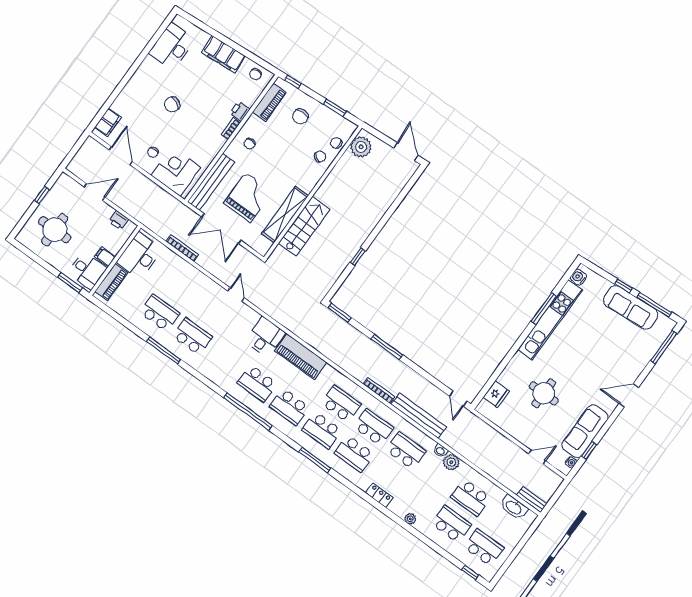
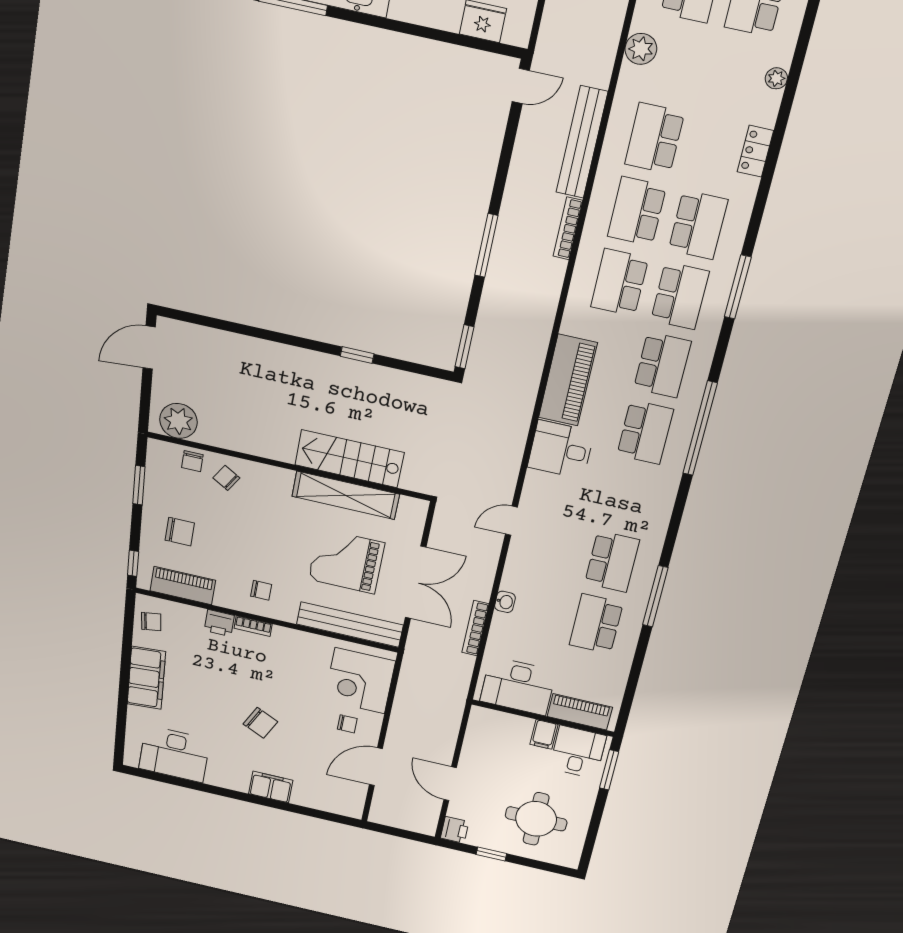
filing cabinet: (108, 122) -> (271, 787), moved
printer: (119, 220) -> (455, 830), moved
school desk: (192, 336) -> (612, 562), turned 180
washbasin: (440, 451) -> (505, 602), moved

